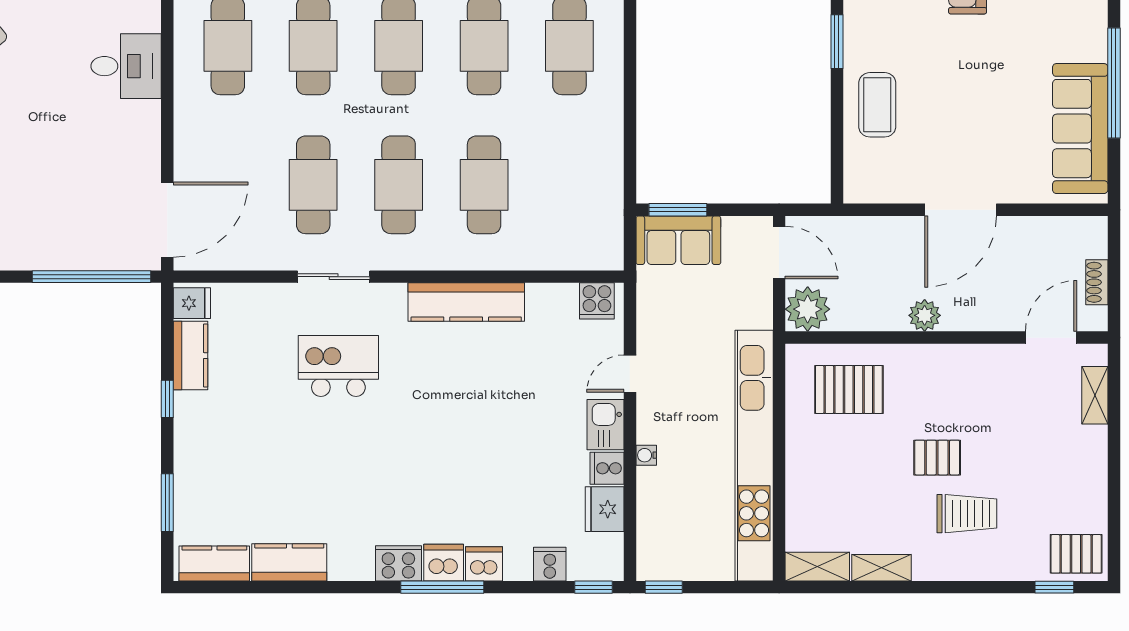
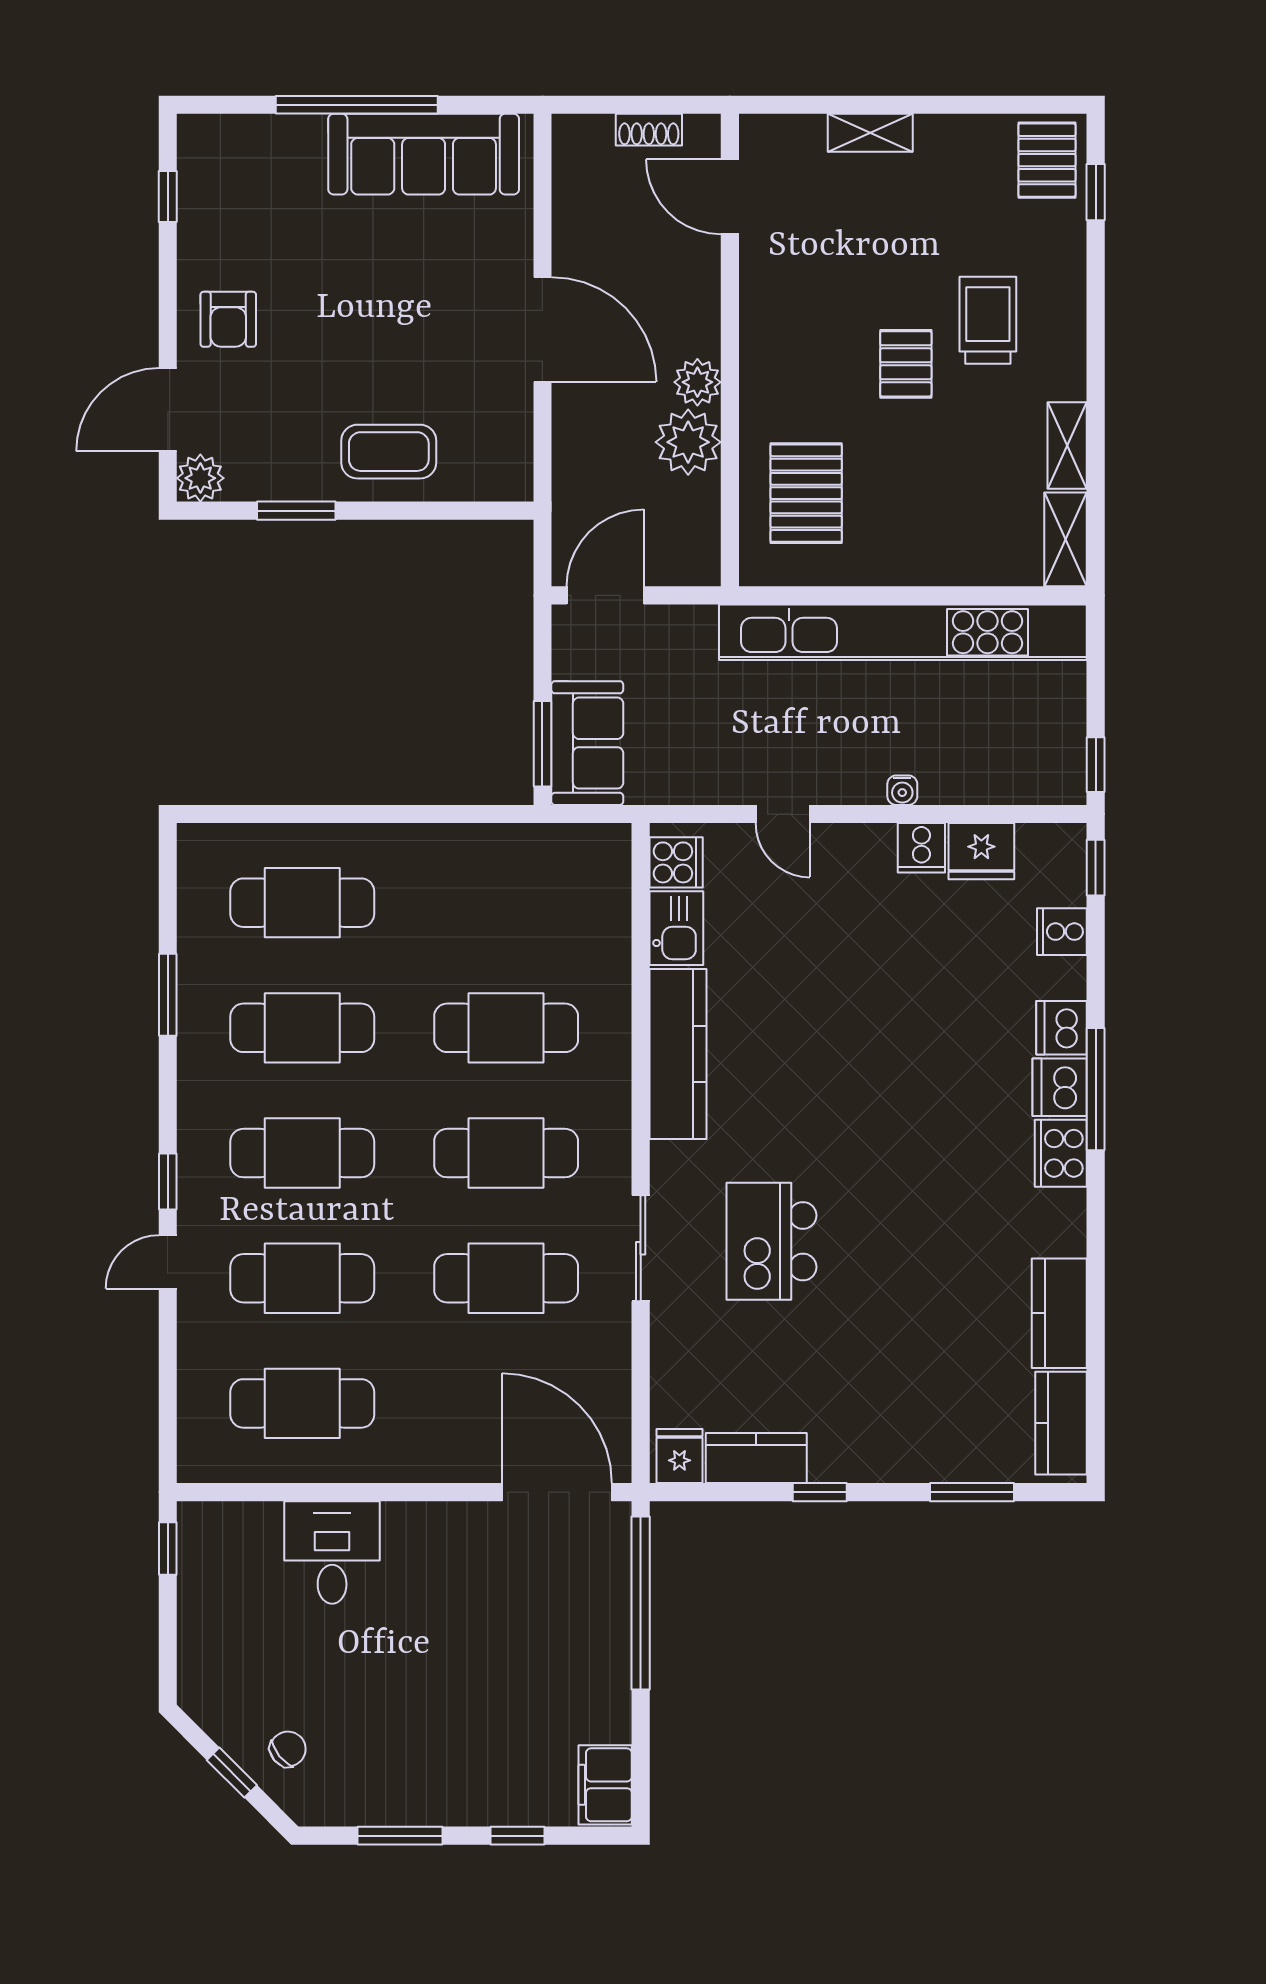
plant: (808, 309) -> (688, 442), moved
shelving: (1095, 395) -> (870, 133), moved
kitchen sink: (606, 425) -> (676, 928), moved, turned -90

